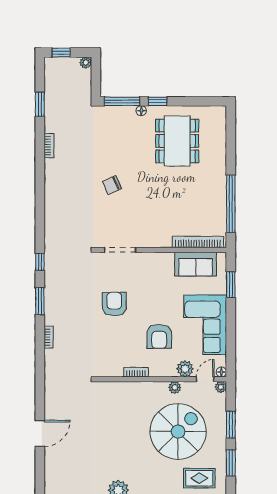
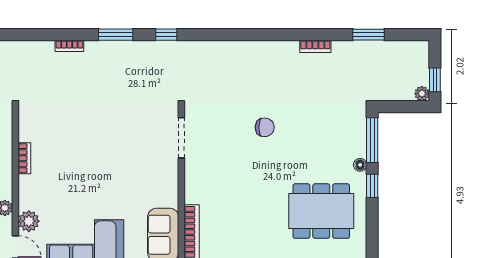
window: (61, 53) -> (435, 80), moved
chair: (112, 185) -> (265, 127), turned 114
armchair: (114, 304) -> (112, 130), removed
armchair: (159, 336) -> (70, 188), removed

